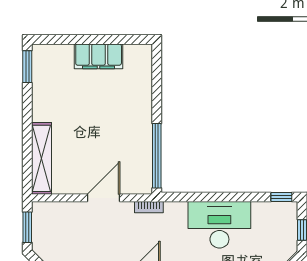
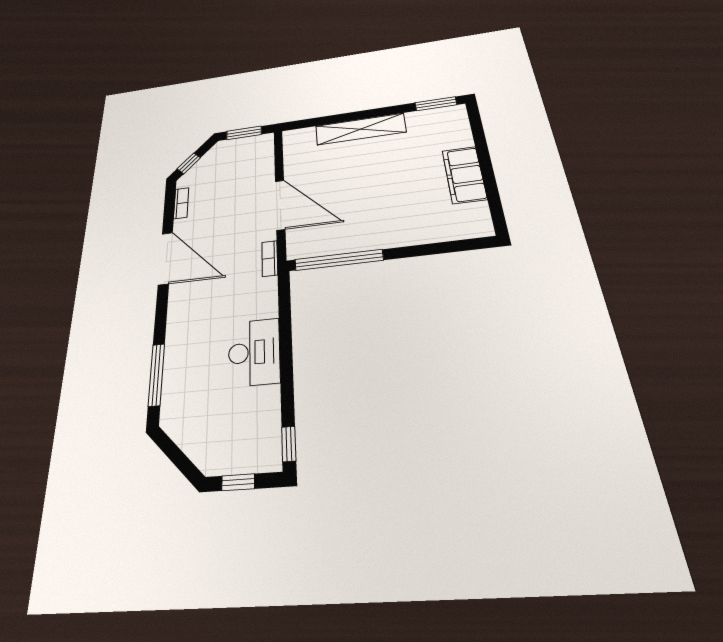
shelving: (41, 158) -> (360, 129), moved
door: (103, 198) -> (280, 205), width x1.36
desk: (219, 225) -> (254, 352), width x0.73, depth x0.77

